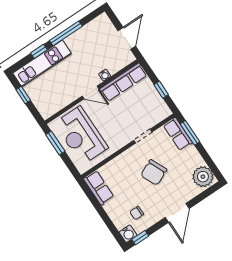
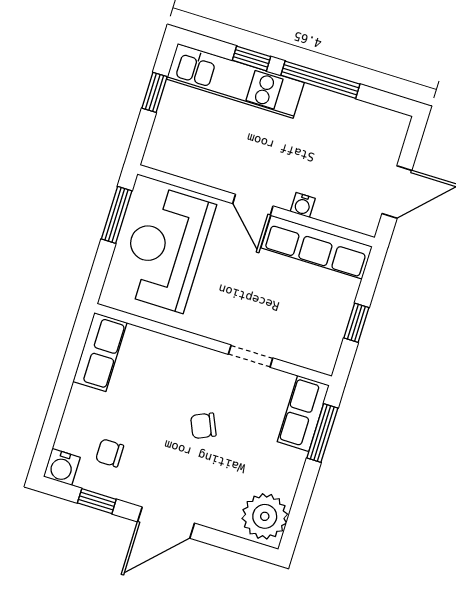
chair: (154, 172) -> (203, 426), width x0.54, depth x0.54
window: (140, 238) -> (97, 501), moved

